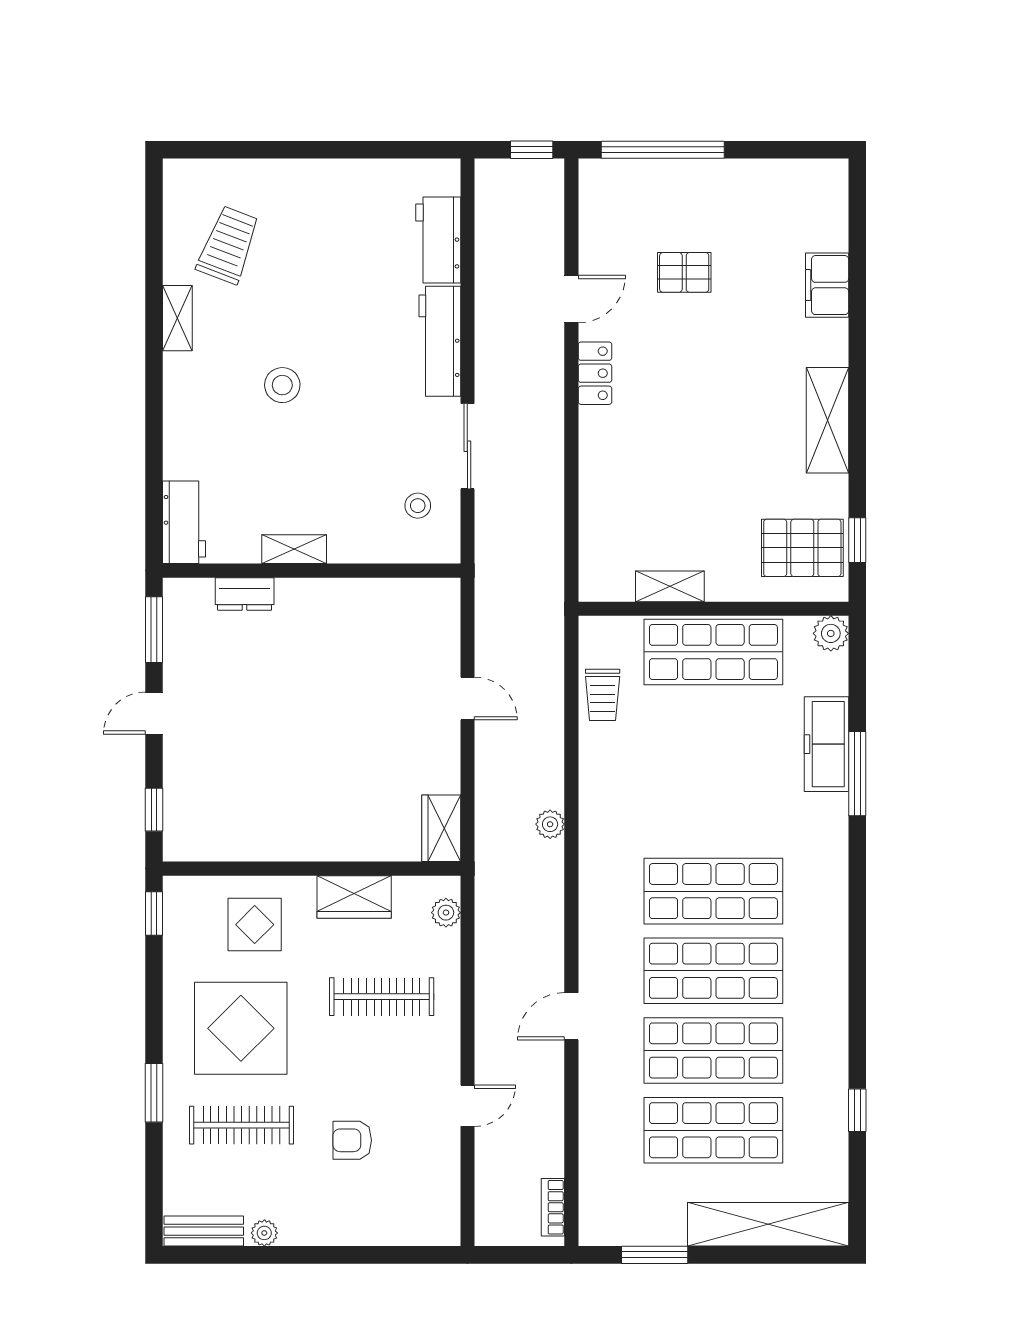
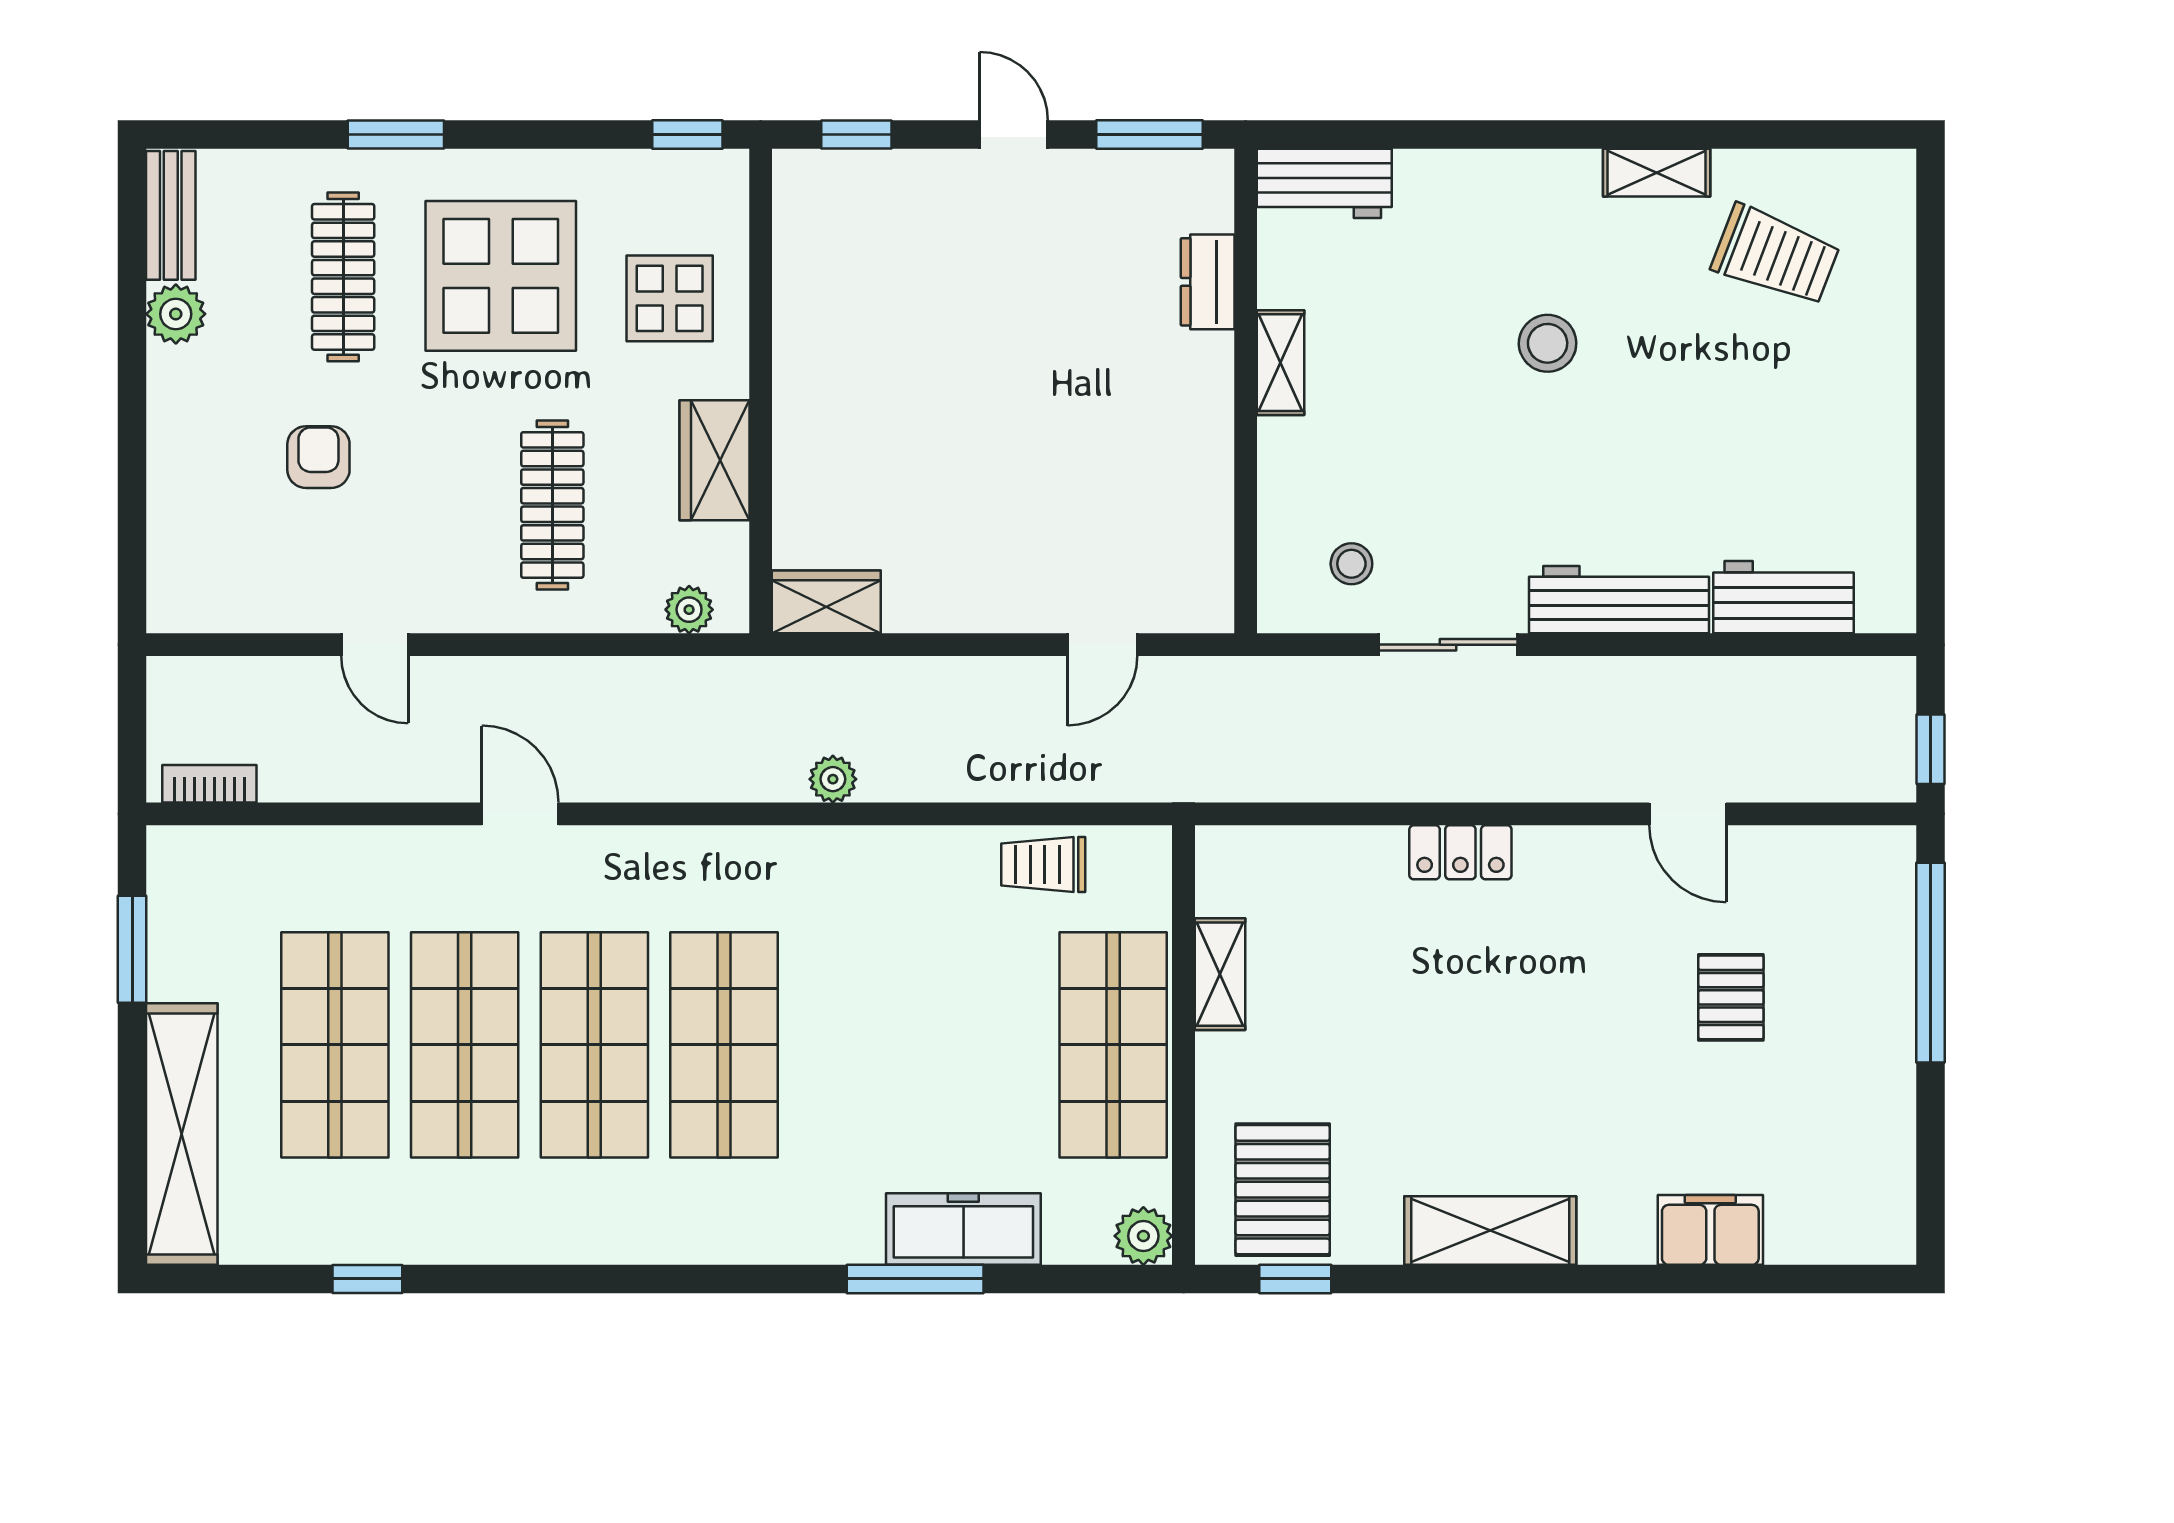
locker: (595, 373) -> (1460, 852), moved
door: (467, 698) -> (1102, 645), moved
plant: (264, 1233) -> (176, 314), width x1.38, depth x1.38

